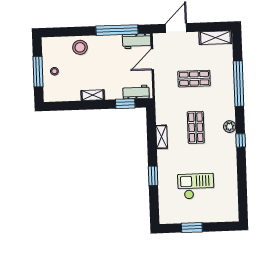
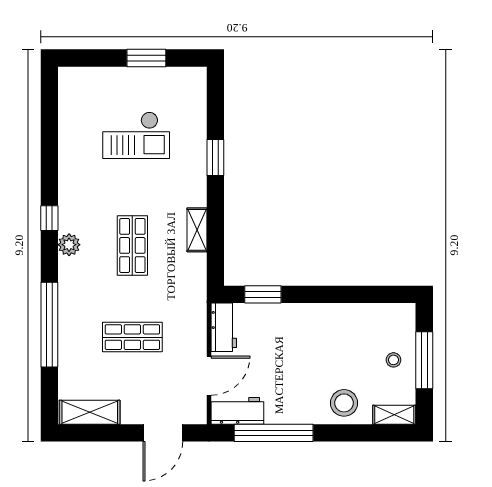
workbench: (136, 92) -> (224, 327), moved, turned -90
shelving: (93, 95) -> (394, 415), moved

